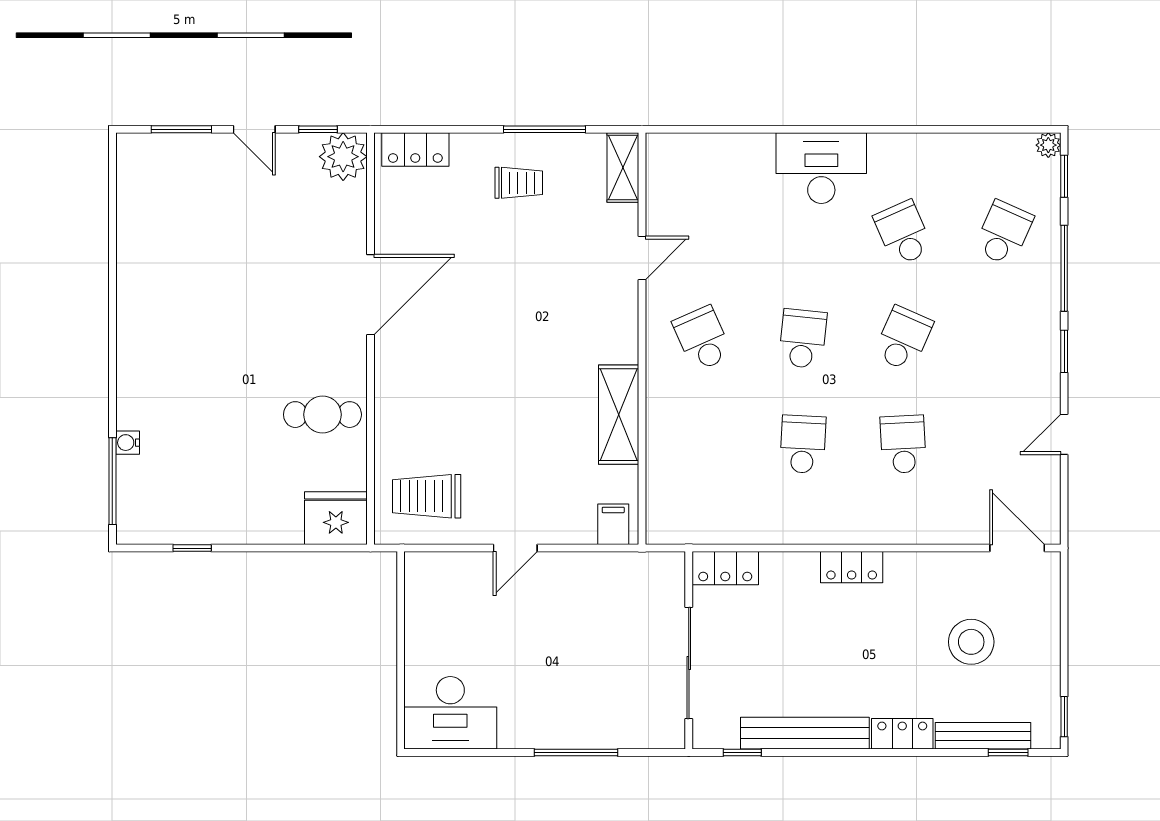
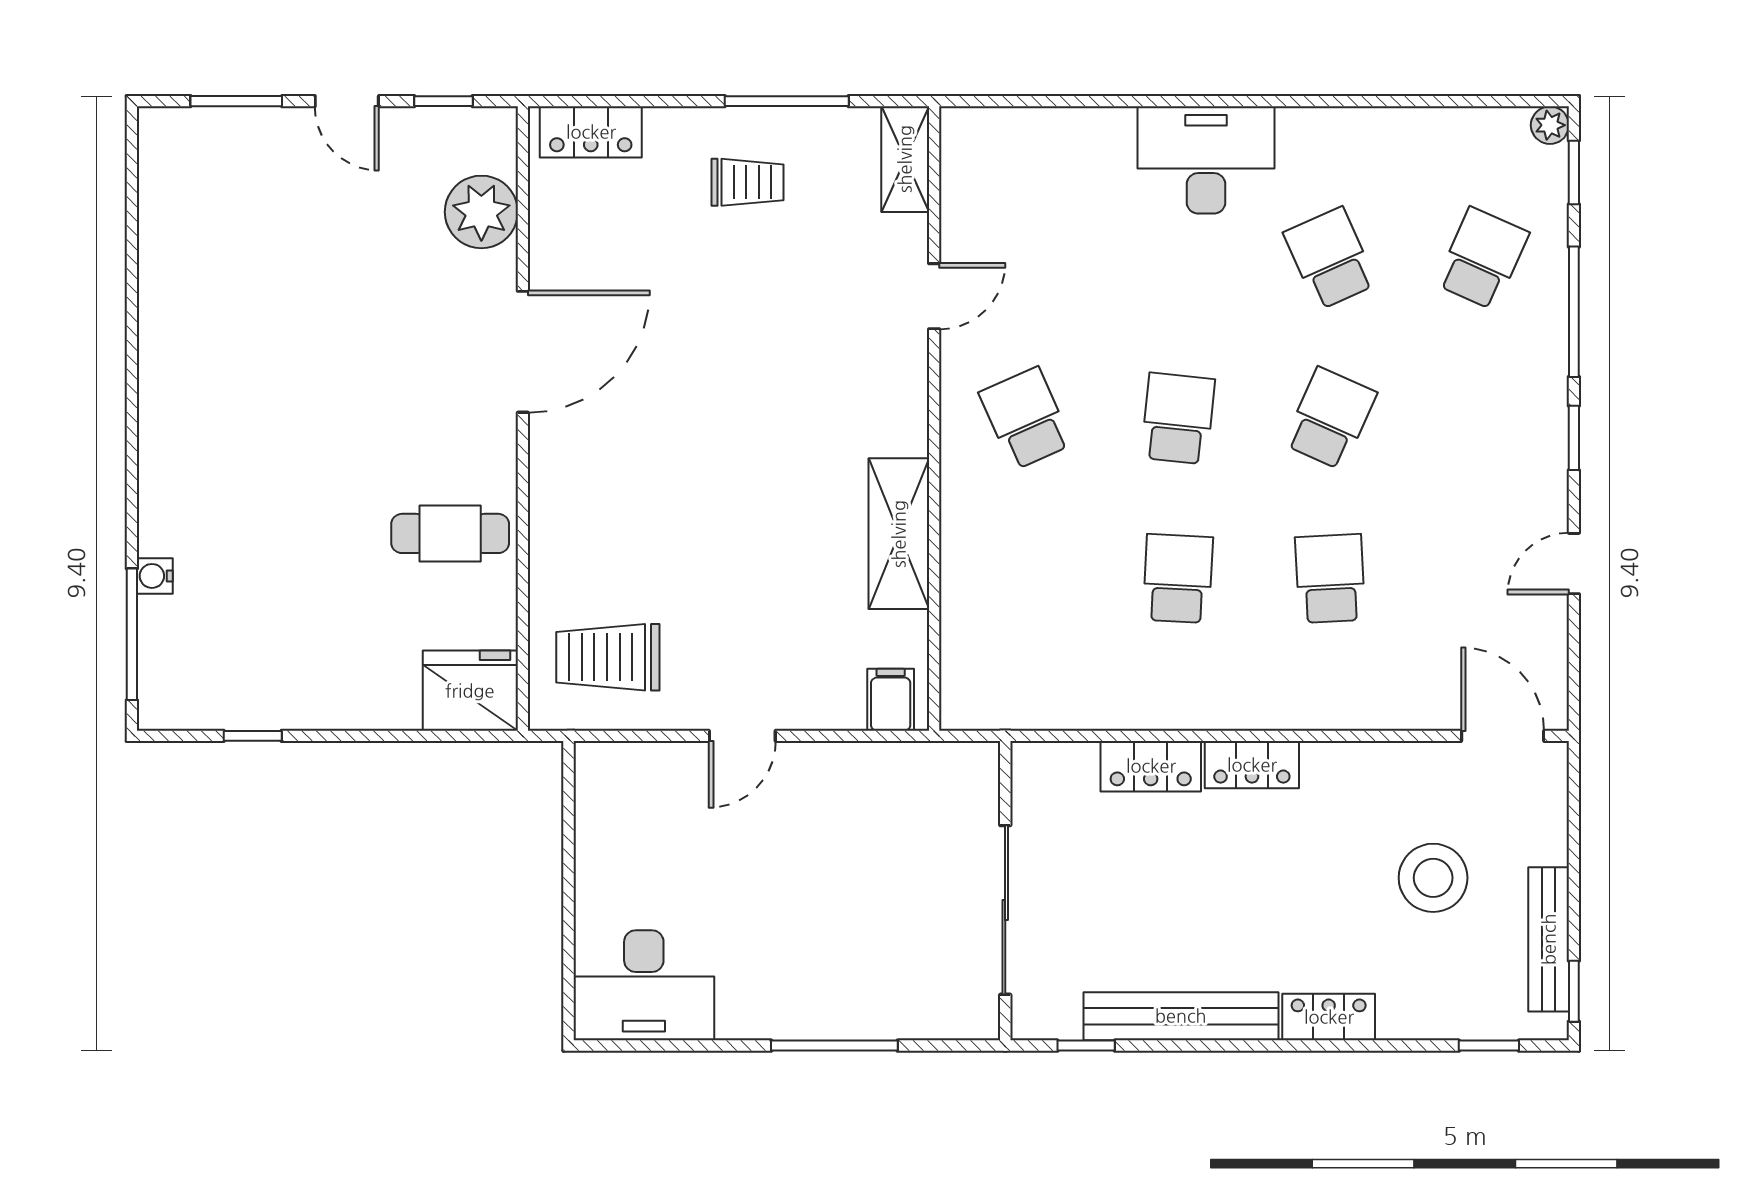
plant: (343, 157) -> (481, 212), moved
locker: (725, 568) -> (1151, 766), moved
bench: (983, 736) -> (1549, 939), moved, turned 90

